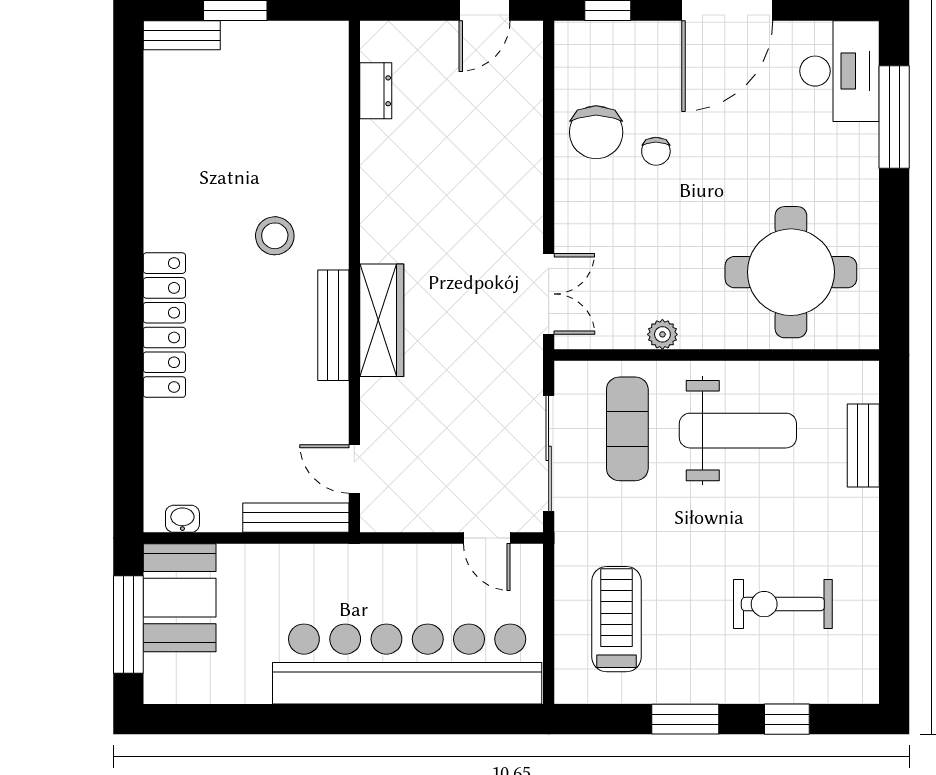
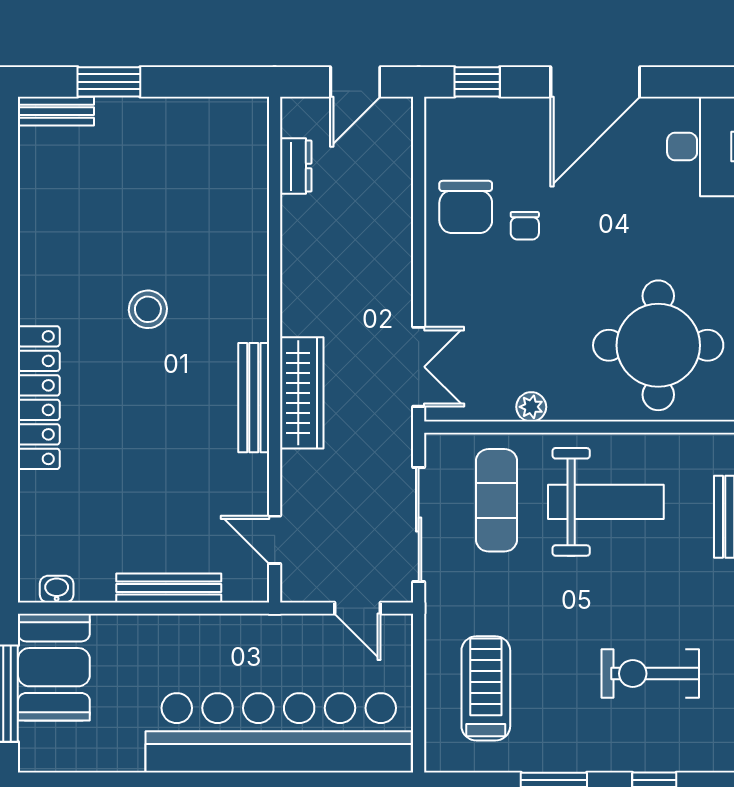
dresser: (376, 91) -> (296, 166), moved
wall: (354, 277) -> (275, 350), moved
wardrobe: (382, 320) -> (302, 393), moved
bench: (333, 325) -> (254, 398), moved
door: (354, 469) -> (275, 540), moved

